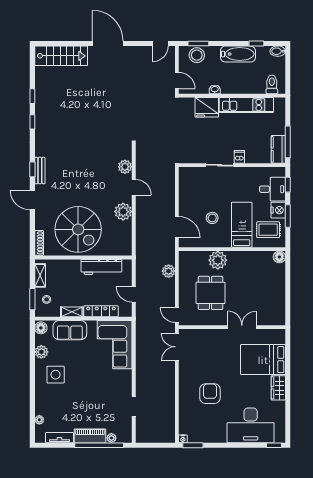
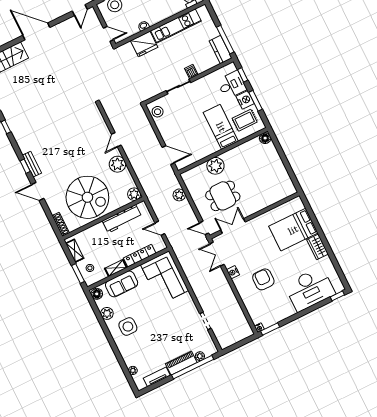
plant: (125, 167) -> (134, 194), moved
door: (134, 187) -> (116, 140), swing flipped
stool: (212, 218) -> (158, 112), moved
dining table: (211, 293) -> (223, 196), turned 90
double door: (242, 327) -> (233, 226), moved
nightstand: (184, 372) -> (233, 272), added

